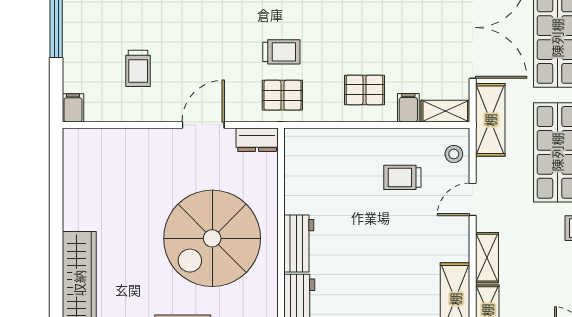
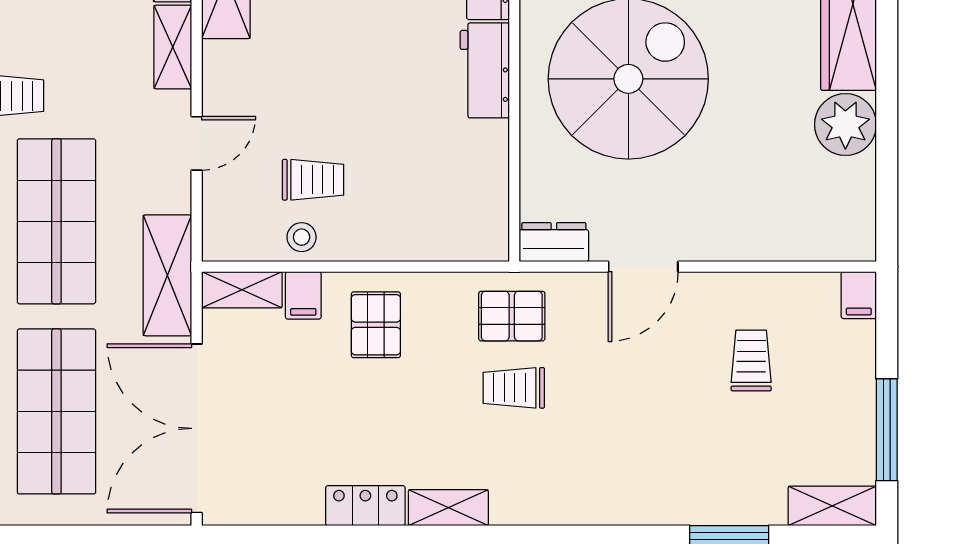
pallet: (364, 90) -> (376, 325), turned 90
stool: (454, 154) -> (302, 237), moved
plant: (81, 211) -> (845, 125), added

